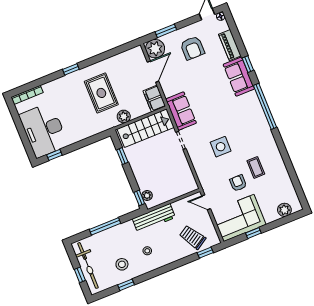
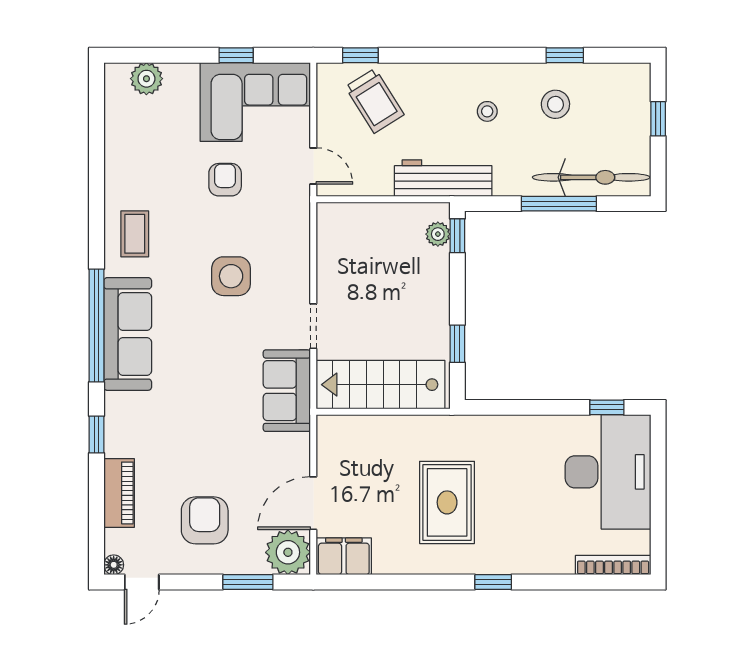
sofa: (239, 77) -> (128, 334), moved, width x1.36
filing cabinet: (154, 99) -> (344, 556), moved, turned -90
plant: (124, 117) -> (419, 430), removed
coffee table: (256, 167) -> (135, 234), moved
armchair: (238, 183) -> (225, 180), turned 180
bicycle: (88, 265) -> (591, 177), moved, turned 90

